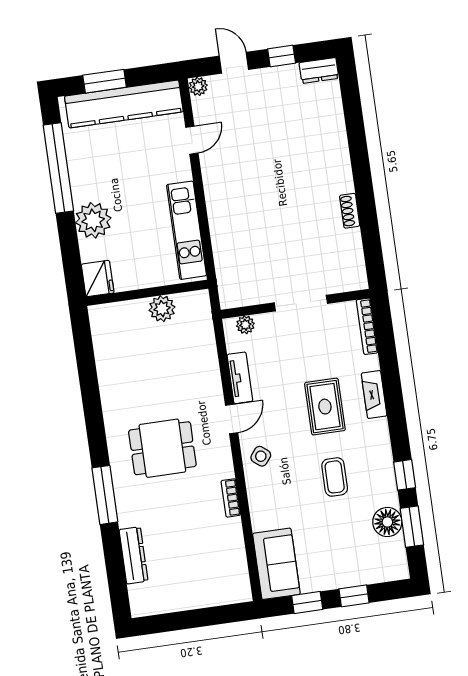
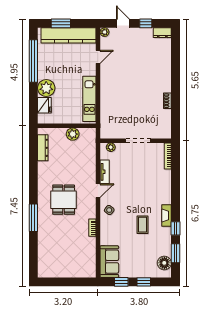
fridge: (98, 279) -> (44, 105), moved
fireplace: (374, 395) -> (167, 216), moved
rug: (325, 407) -> (143, 191), removed
dining table: (162, 448) -> (64, 200), turned 90
floor lamp: (387, 522) -> (164, 263), moved
dresser: (134, 555) -> (43, 148), moved

